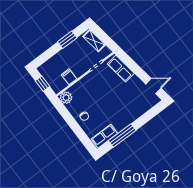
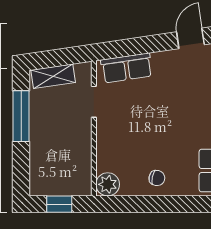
window: (67, 40) -> (21, 116), width x1.44
filing cabinet: (69, 77) -> (79, 156), removed

